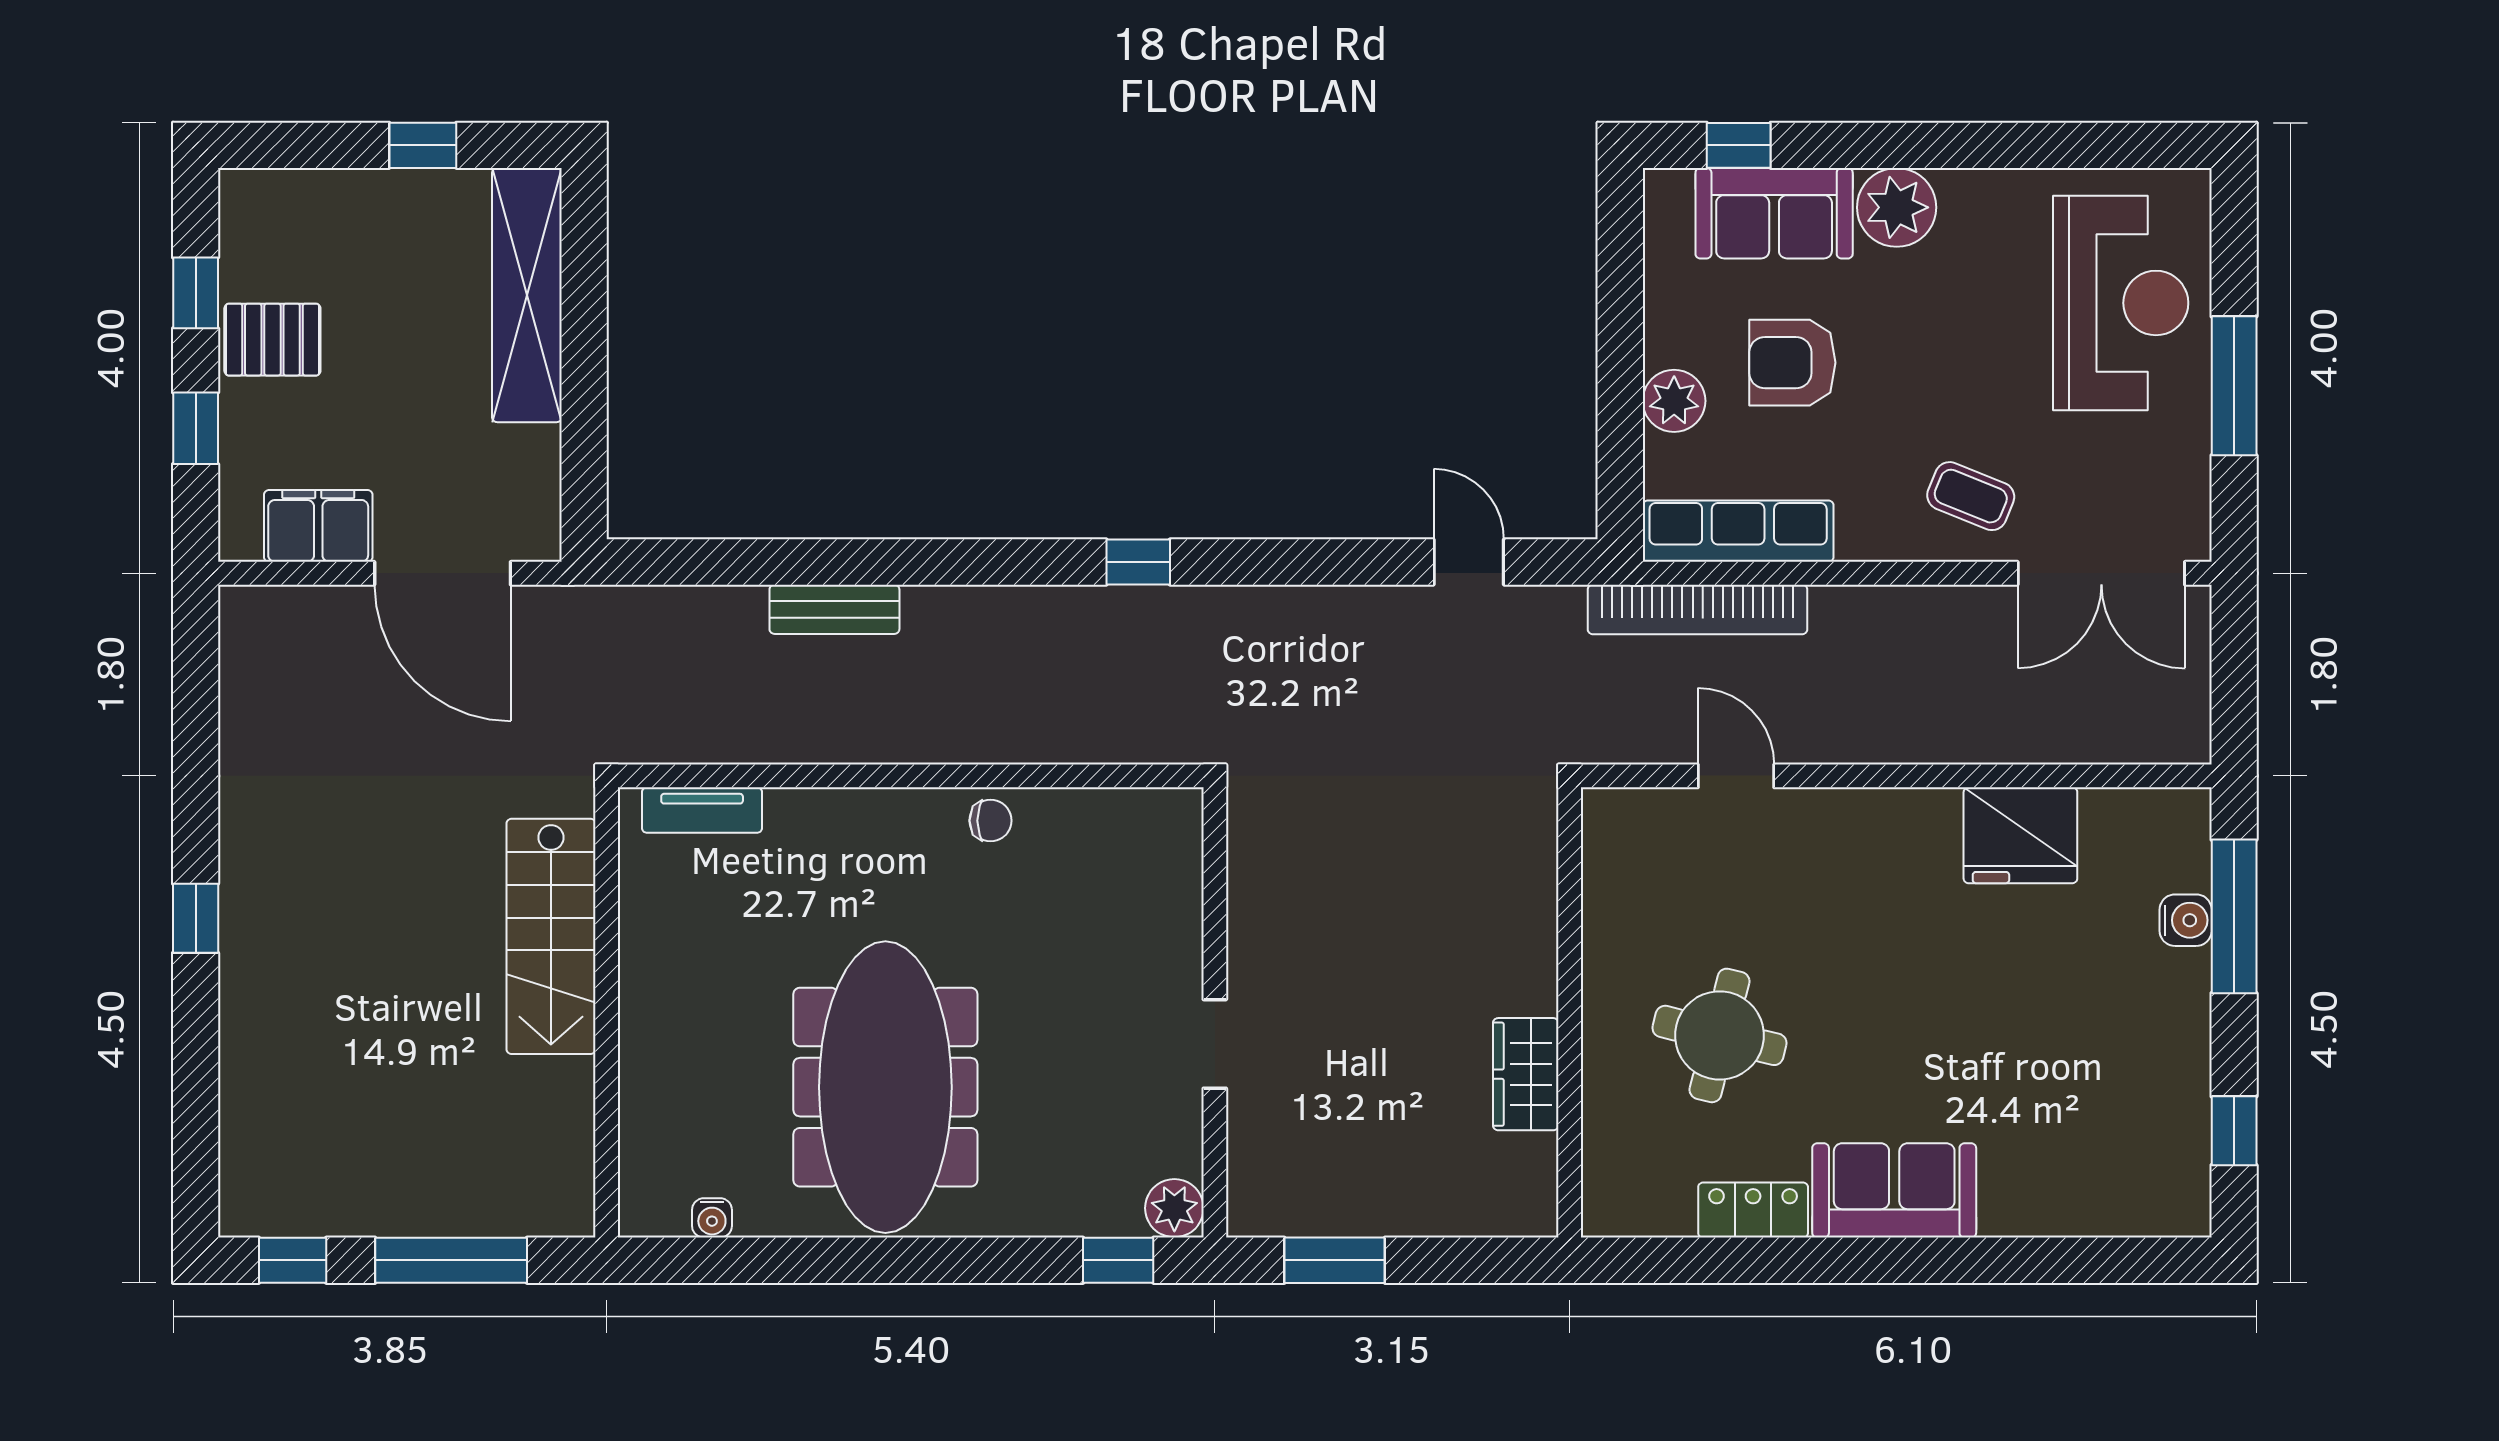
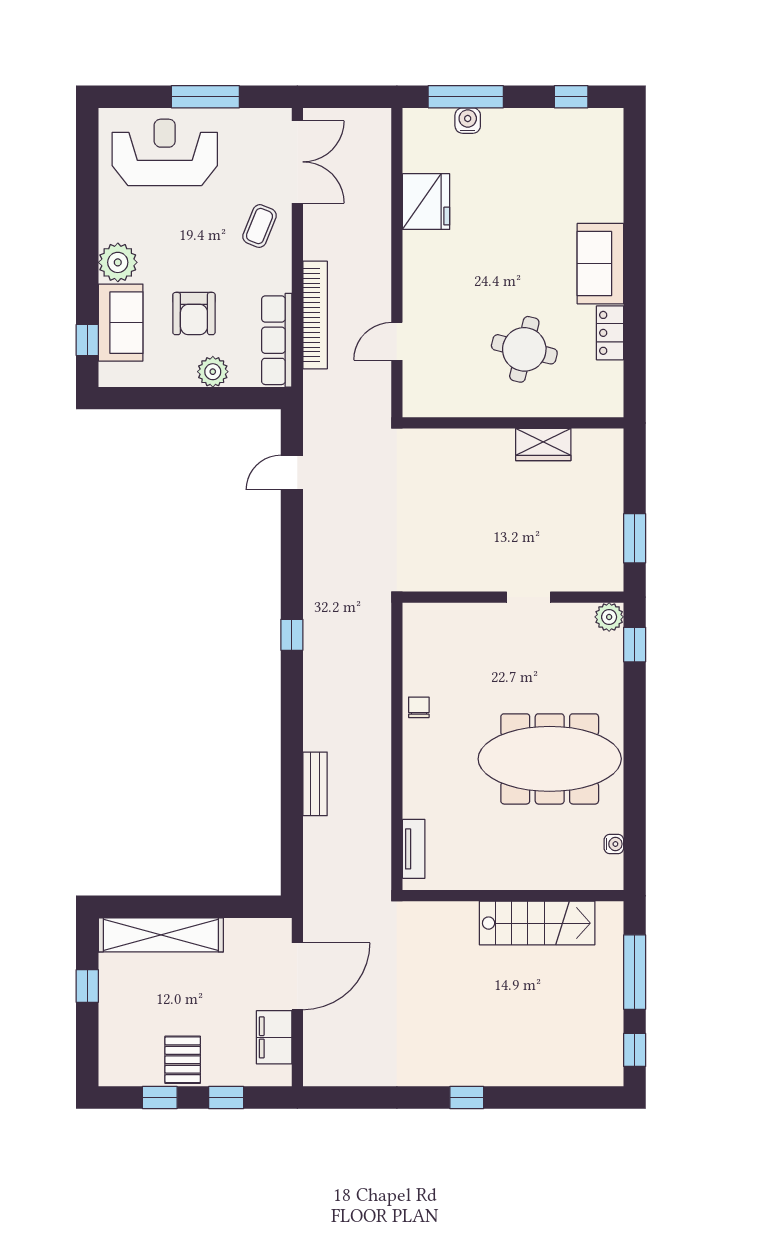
bookcase: (1698, 609) -> (315, 315), moved
stairs: (551, 936) -> (537, 923), moved

